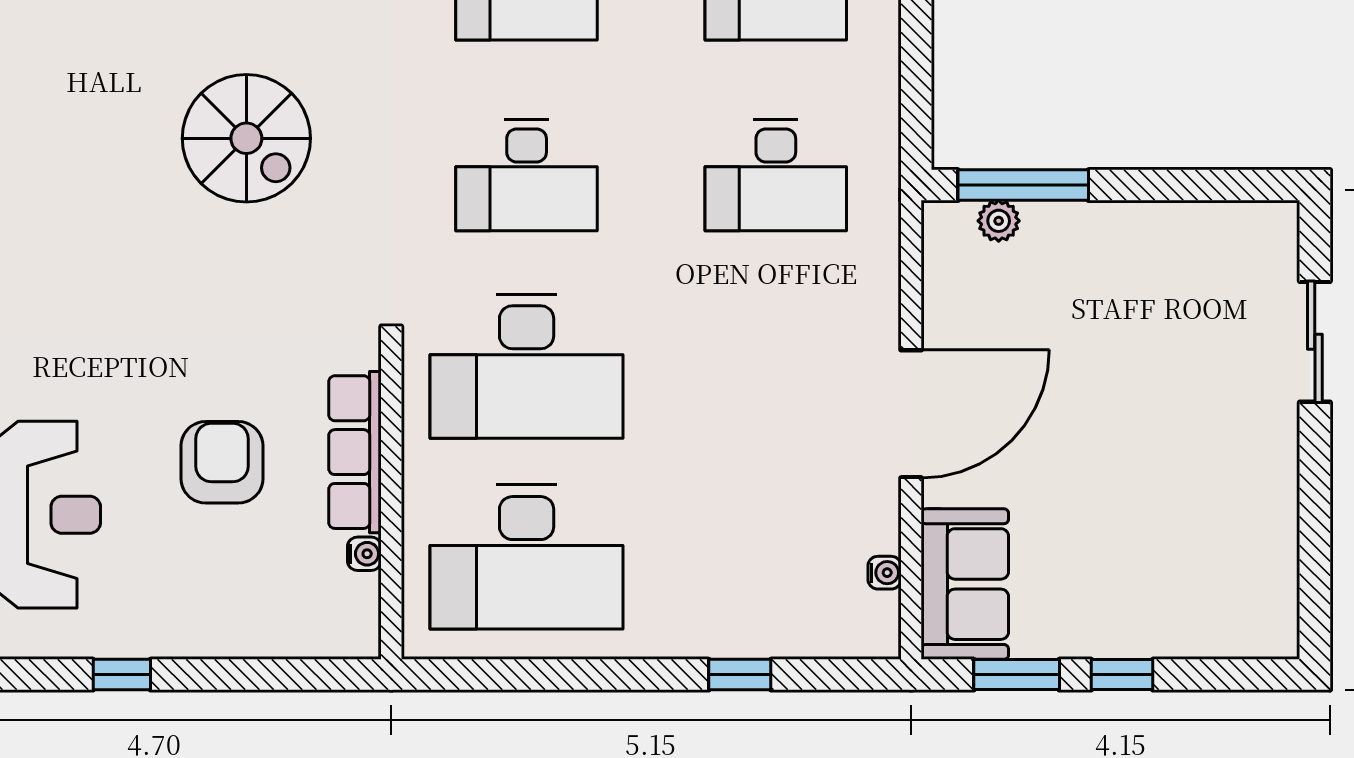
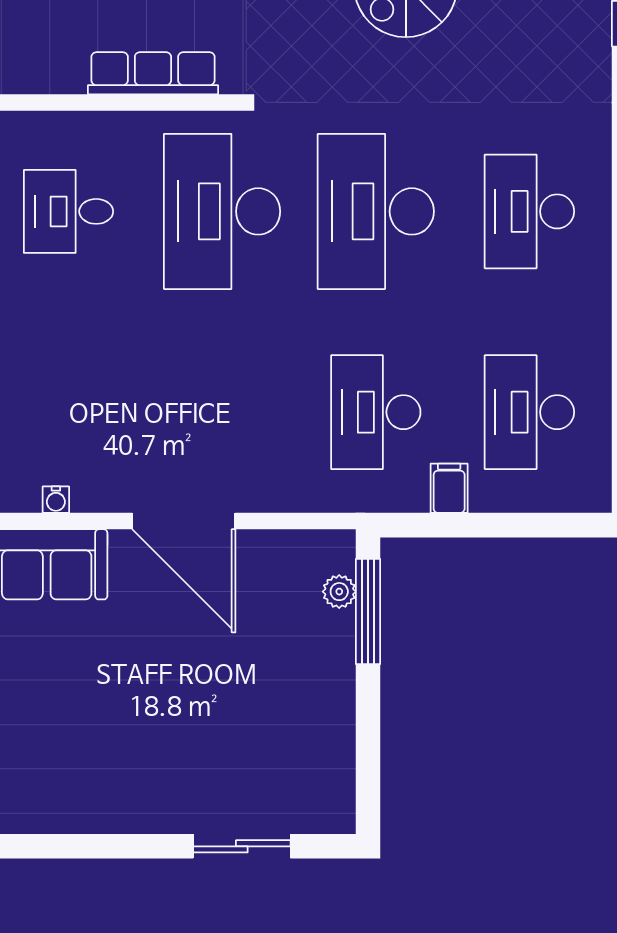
filing cabinet: (870, 84) -> (449, 488), added
desk: (527, 175) -> (376, 211), width x1.36, depth x1.30
water cooler: (364, 554) -> (71, 81), removed
desk: (527, 557) -> (68, 211), width x0.53, depth x0.77

